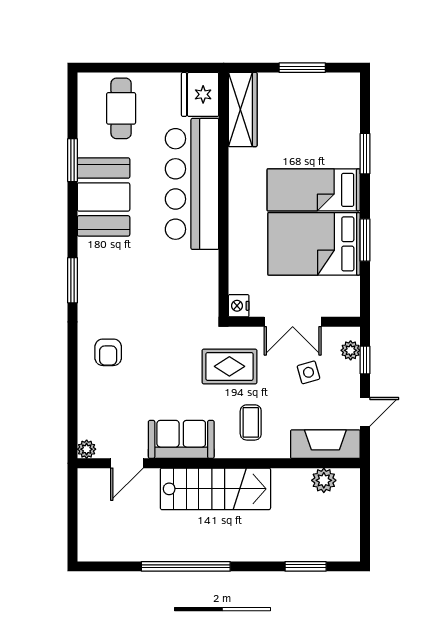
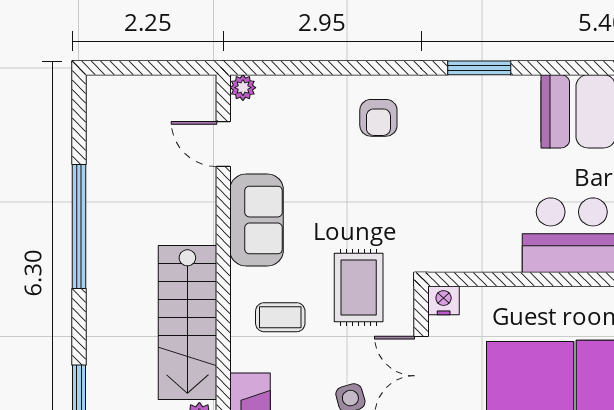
armchair: (108, 352) -> (378, 118), turned -90
stairs: (215, 489) -> (187, 323), moved

